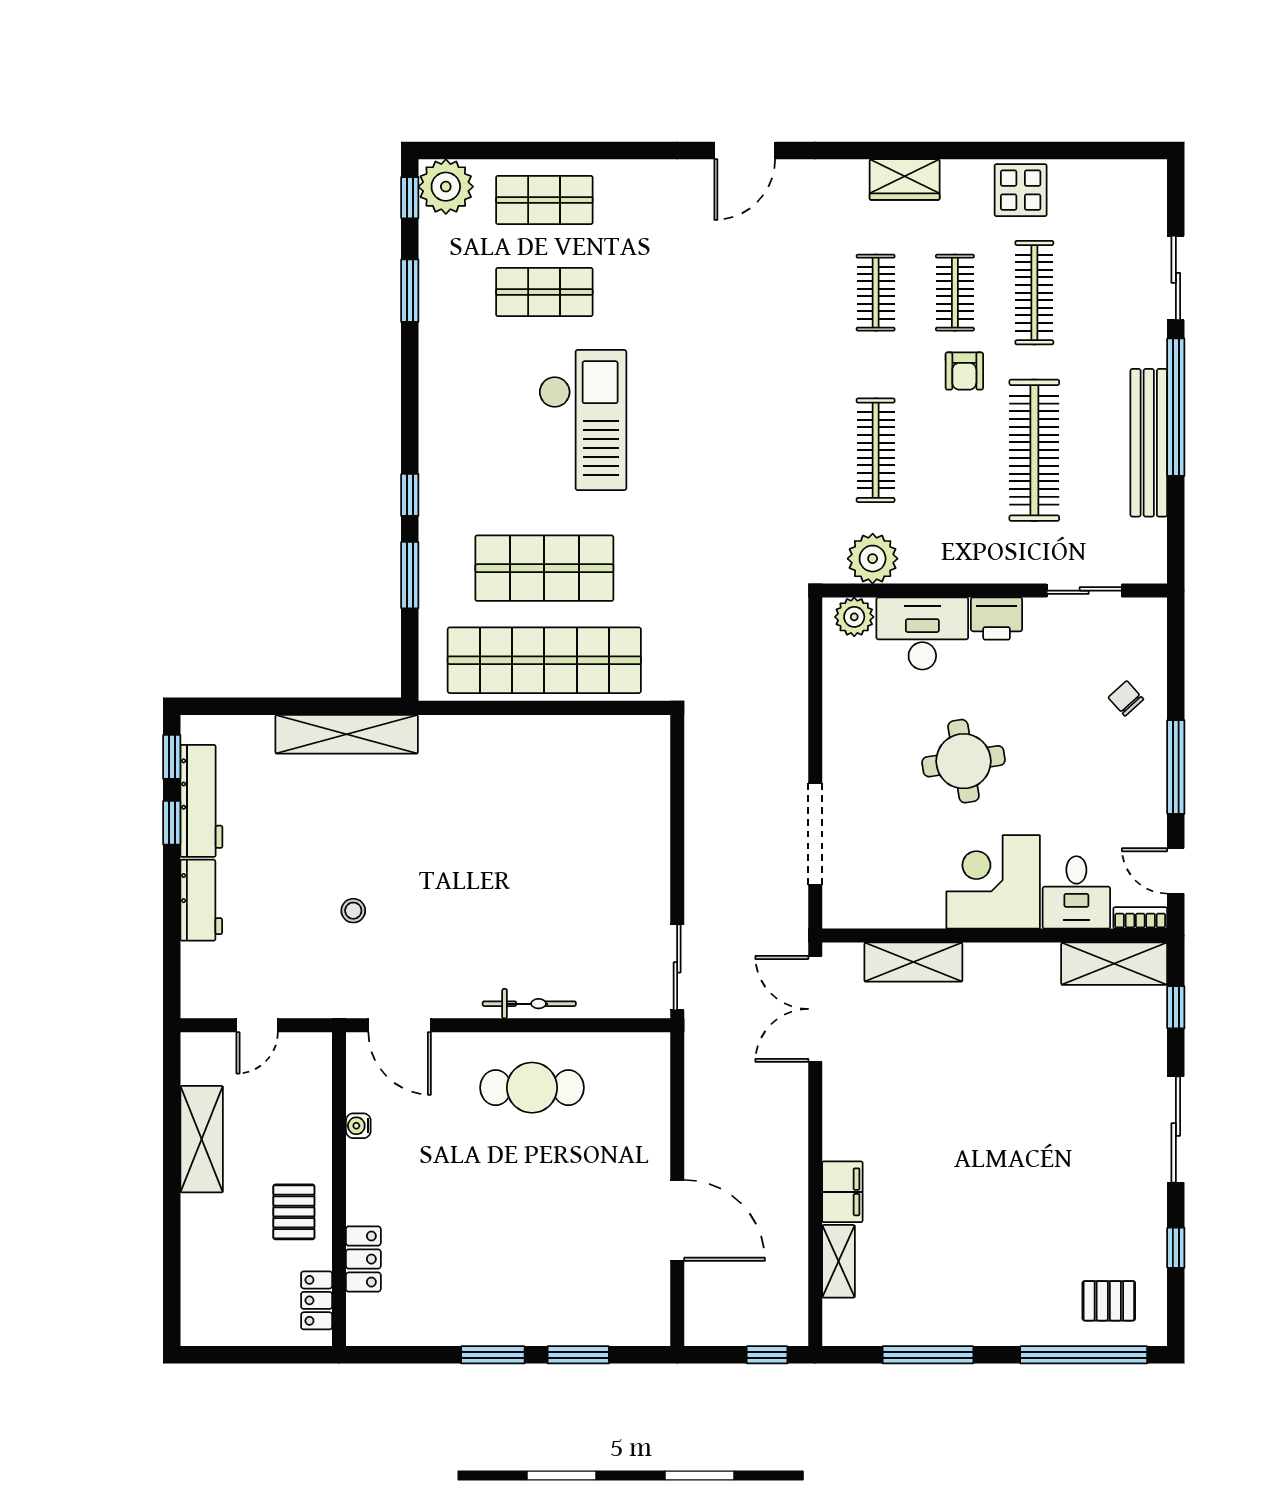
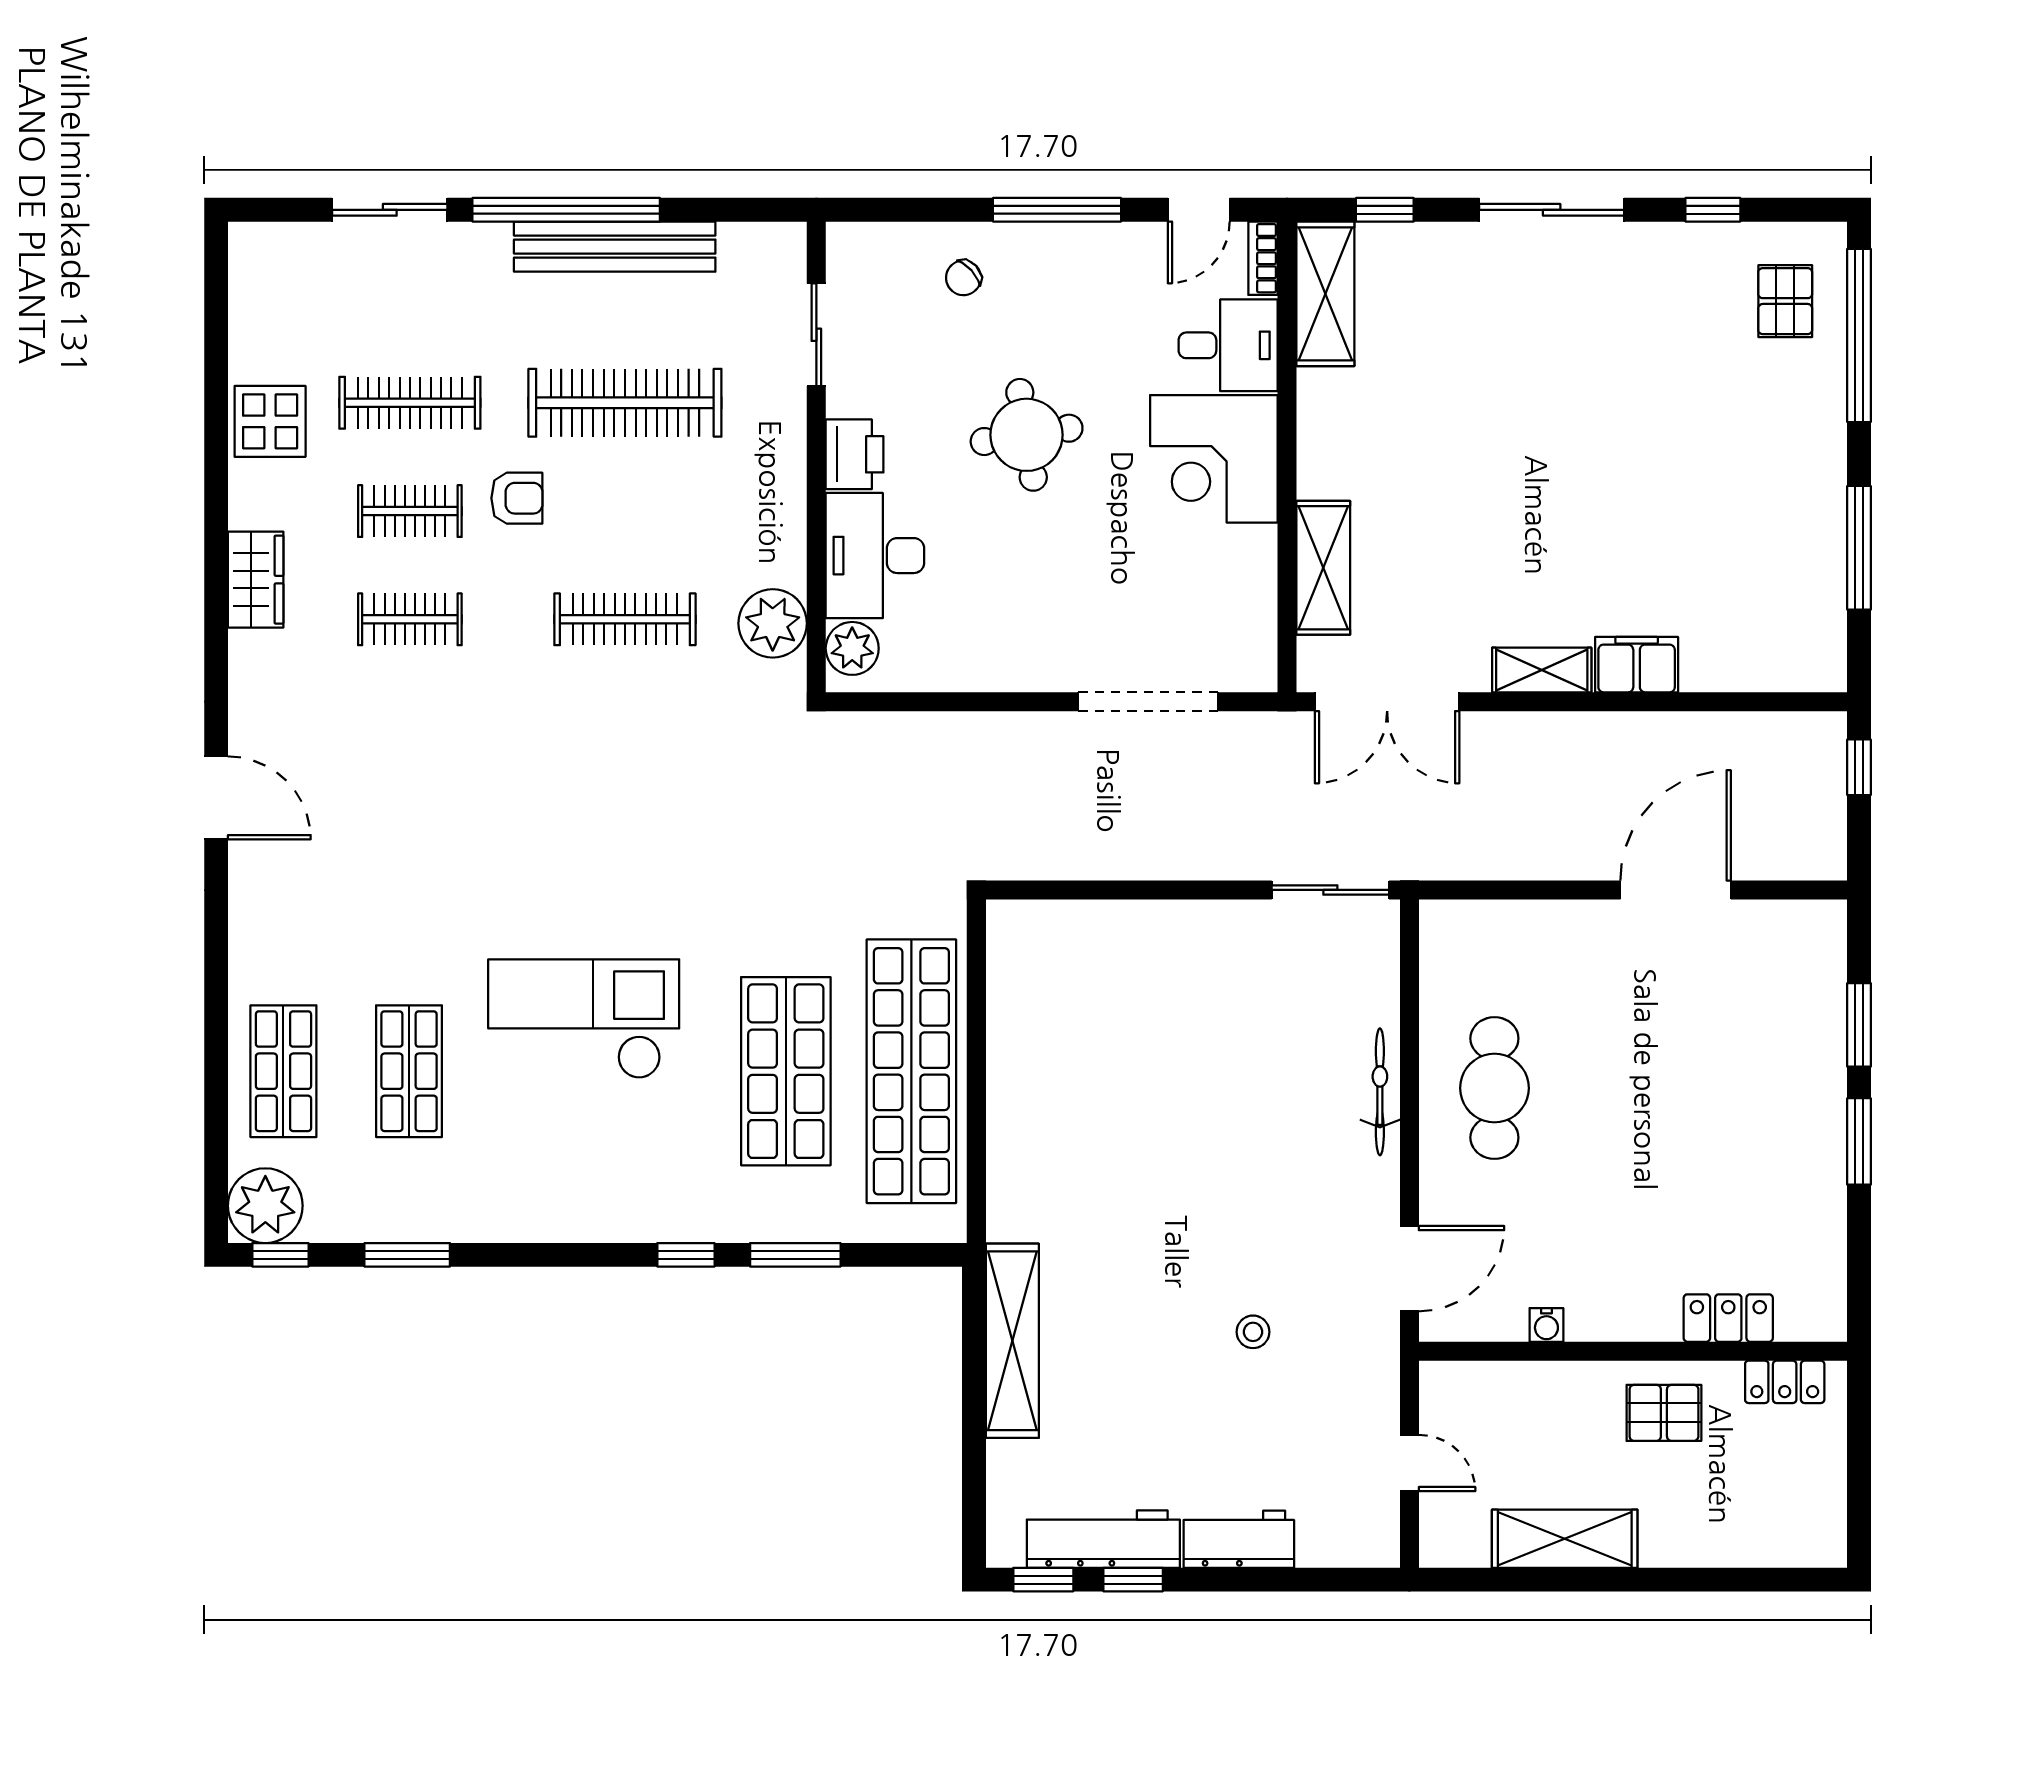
round table: (963, 761) -> (1027, 435), moved
shelving: (838, 1261) -> (1542, 670), moved

